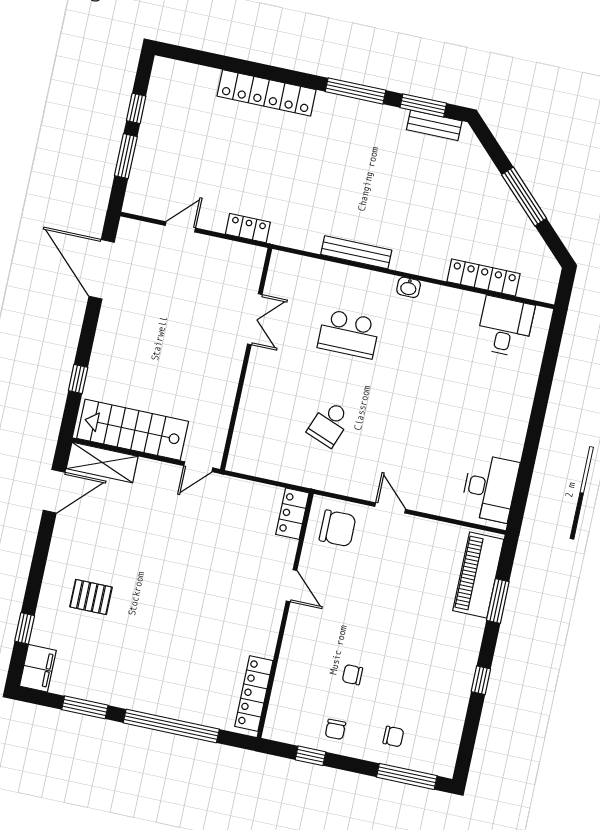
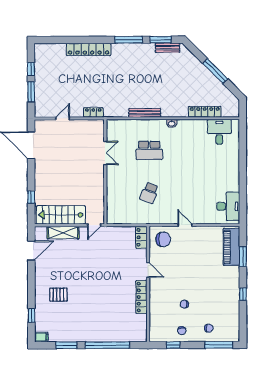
shelving: (102, 462) -> (63, 233), moved
filing cabinet: (38, 668) -> (41, 337), width x0.50
locker: (254, 694) -> (141, 297), moved

